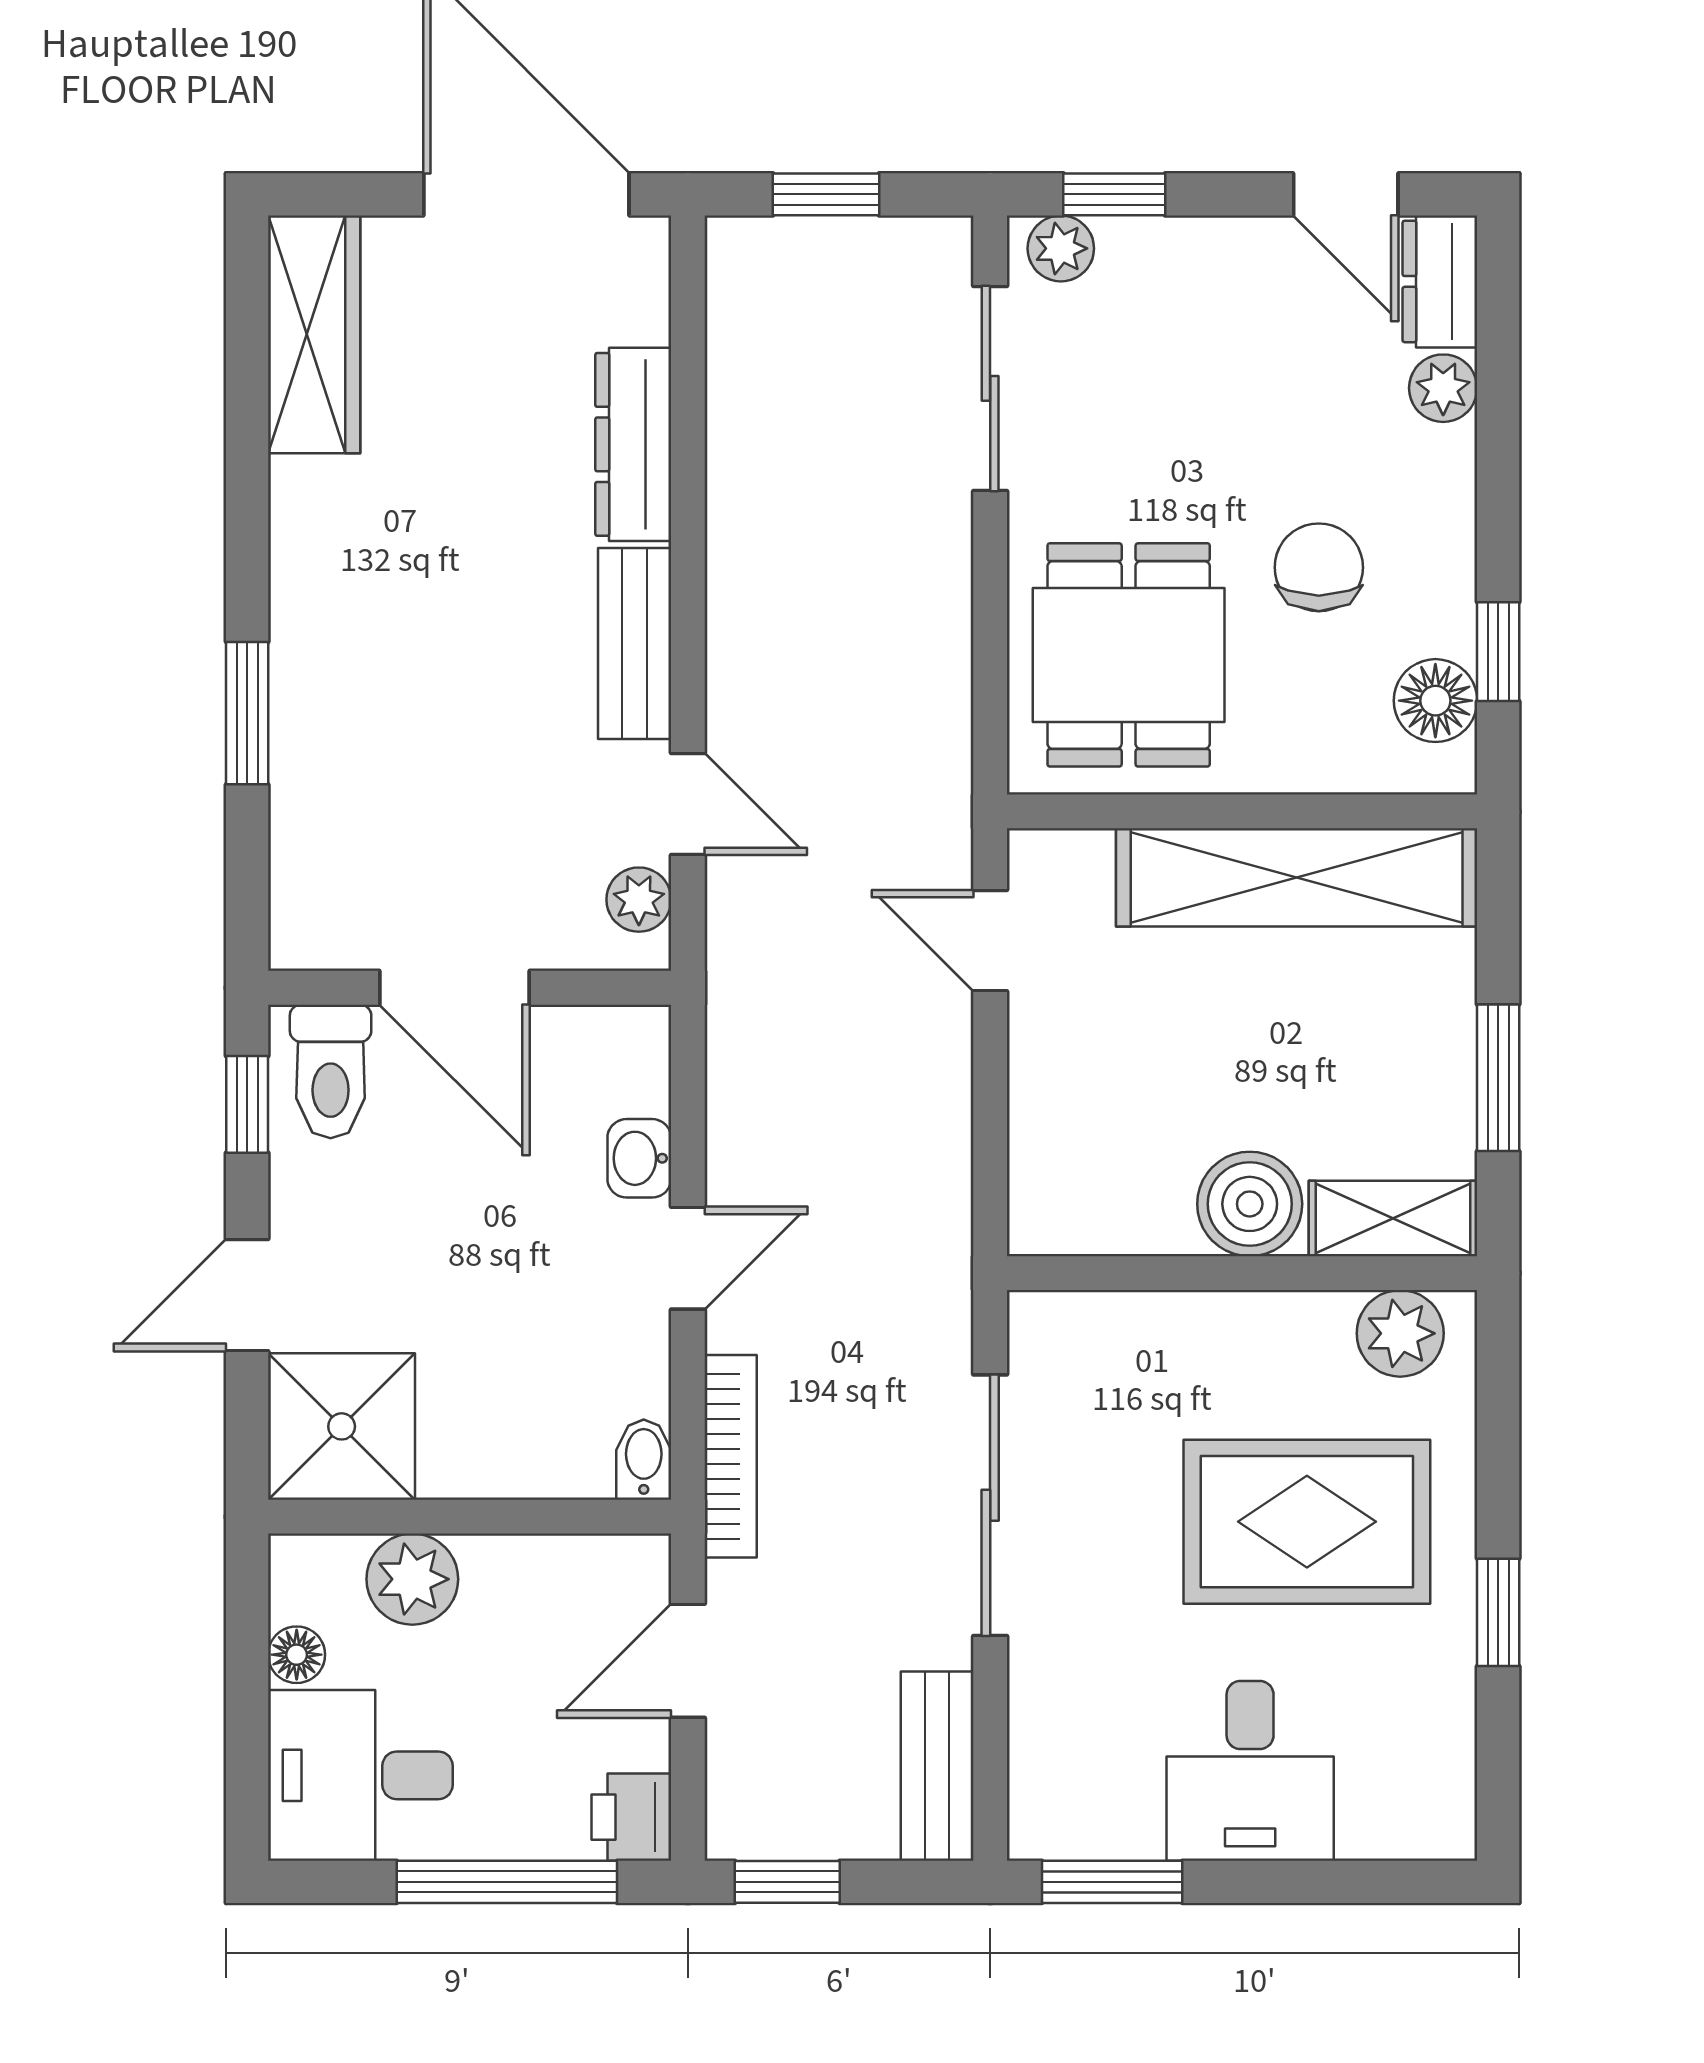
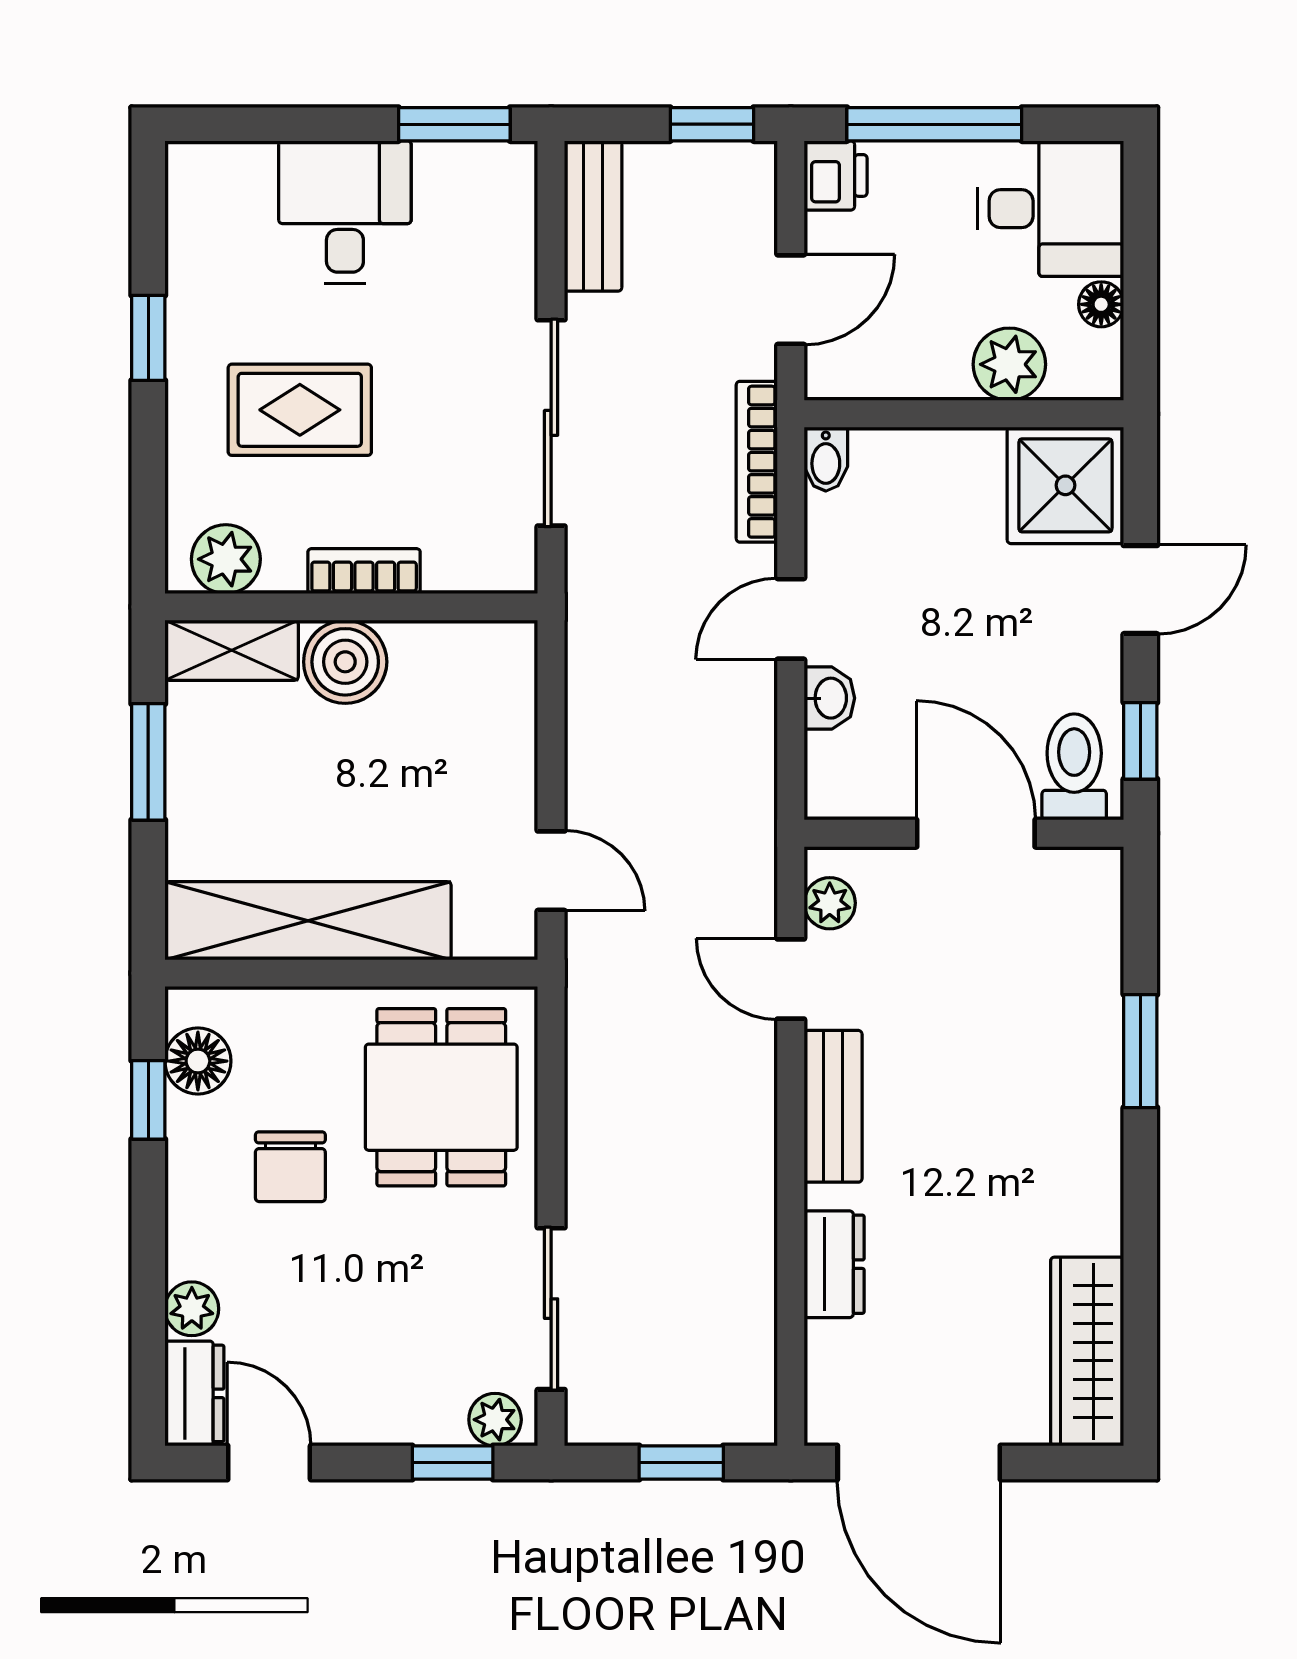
dresser: (633, 444) -> (834, 1264), width x0.70
bookcase: (1226, 1318) -> (364, 571), added
rug: (1307, 1522) -> (300, 410), width x0.73, depth x0.70

